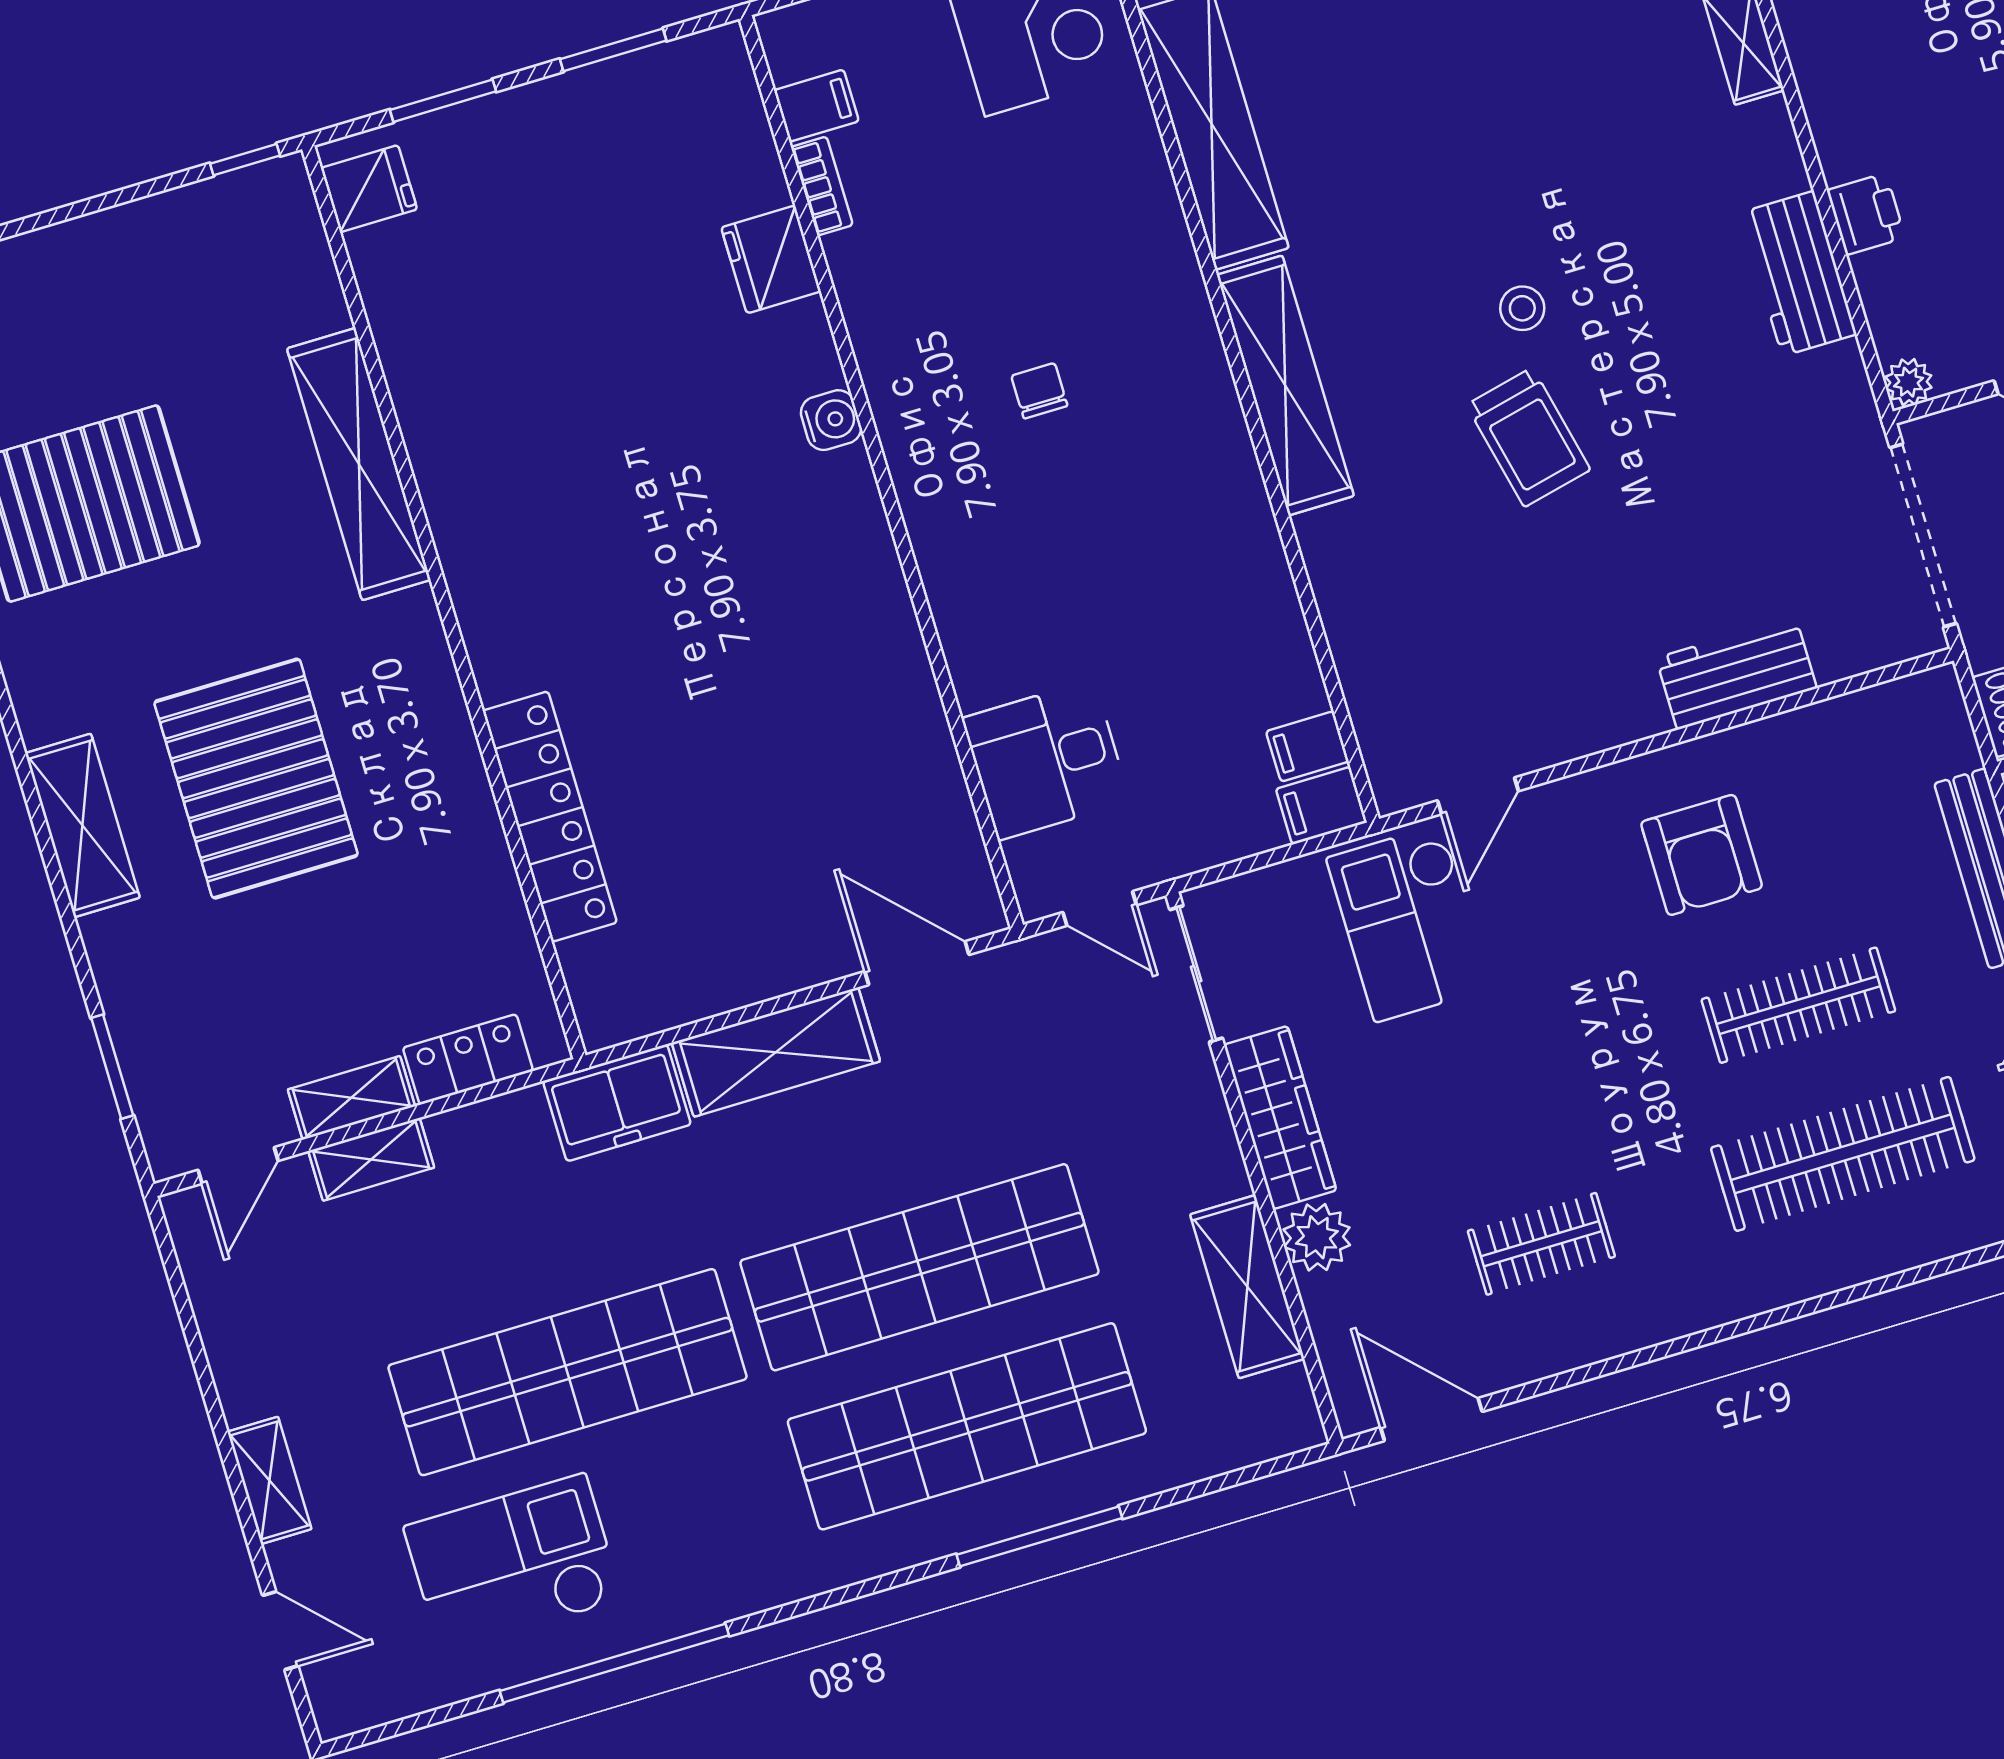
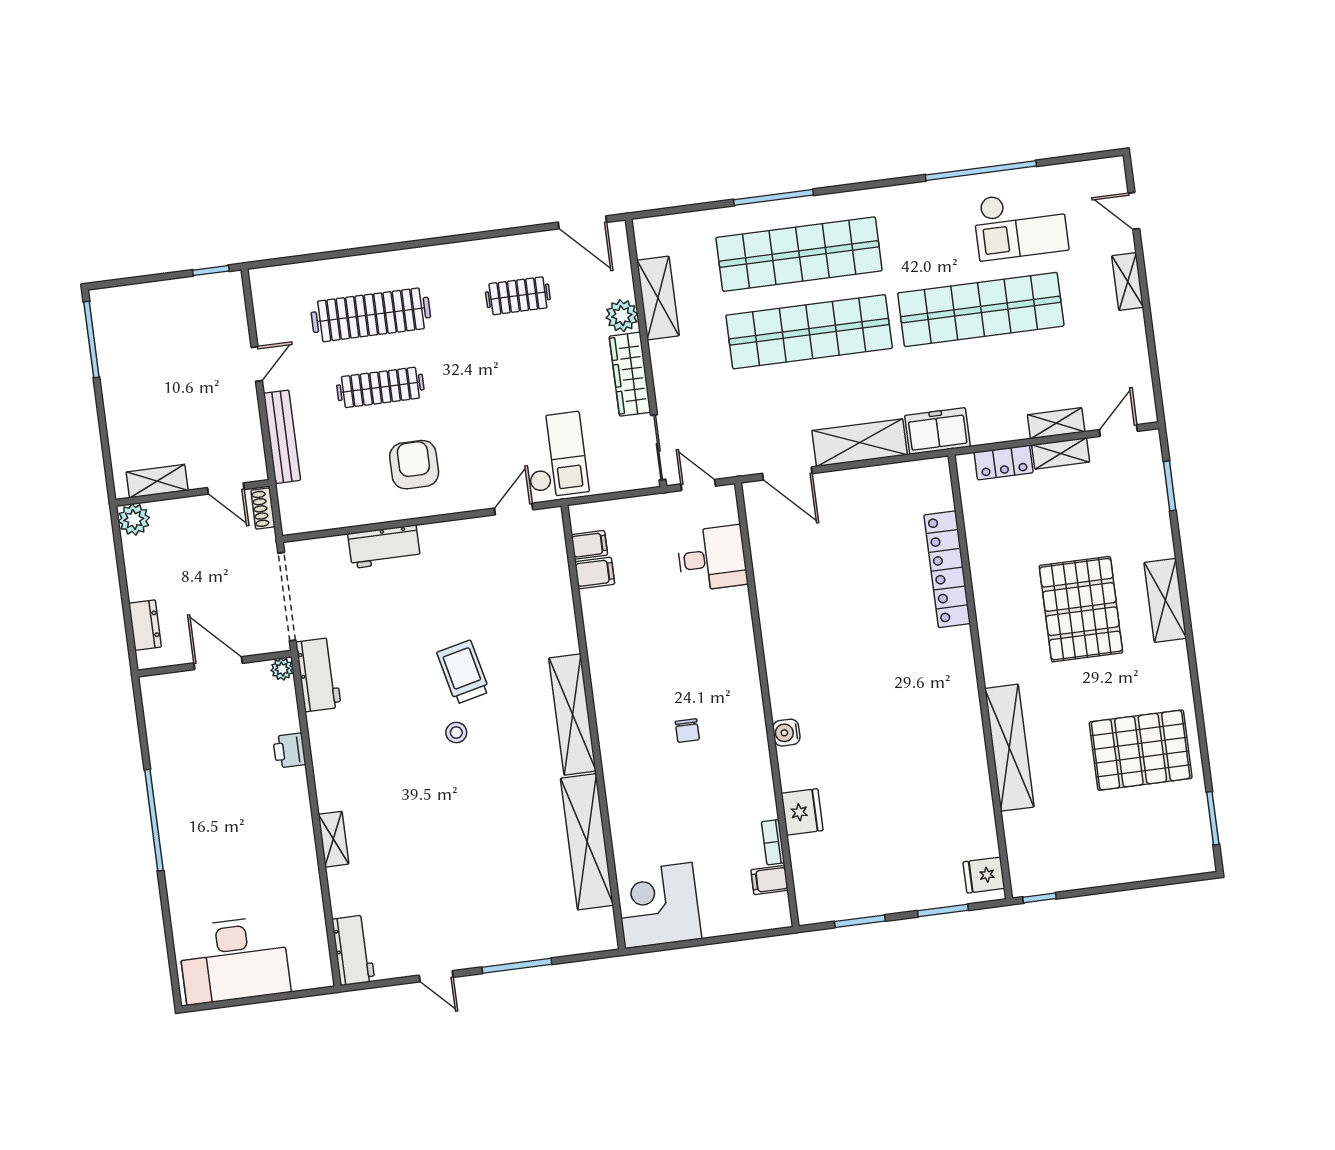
workbench: (1798, 274) -> (318, 675), moved
filing cabinet: (1321, 806) -> (595, 573), moved

